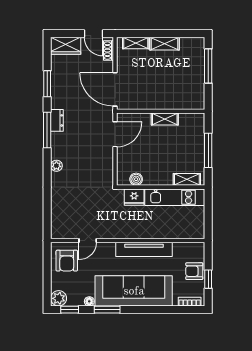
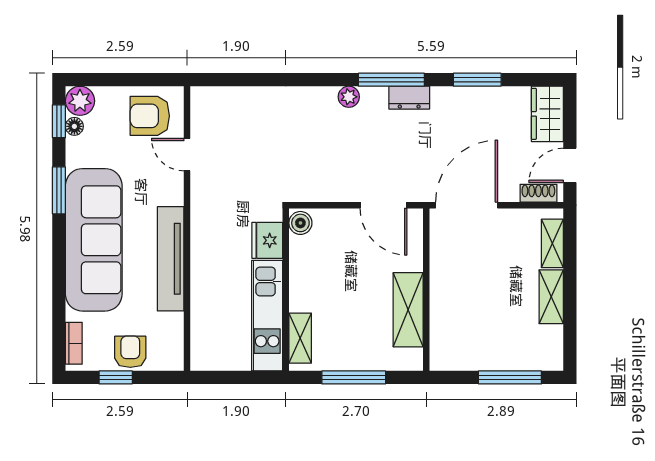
shelving: (165, 119) -> (408, 310), width x1.50, depth x1.33
plant: (56, 166) -> (349, 97), moved
boiler: (136, 179) -> (300, 223), moved
floor lamp: (89, 301) -> (74, 126), moved

